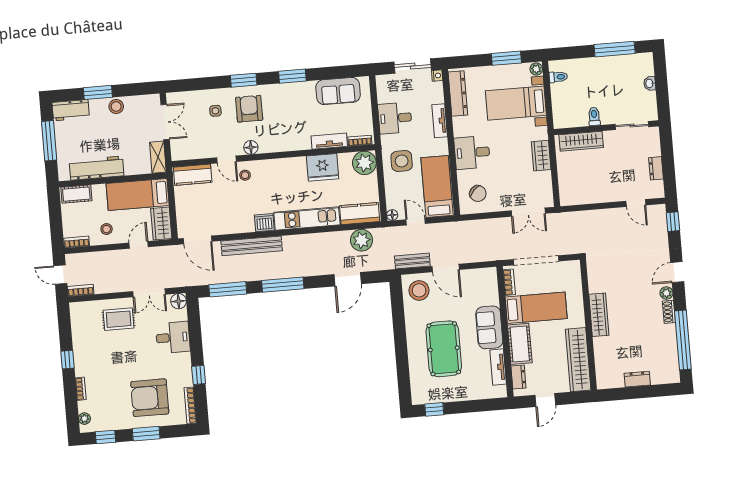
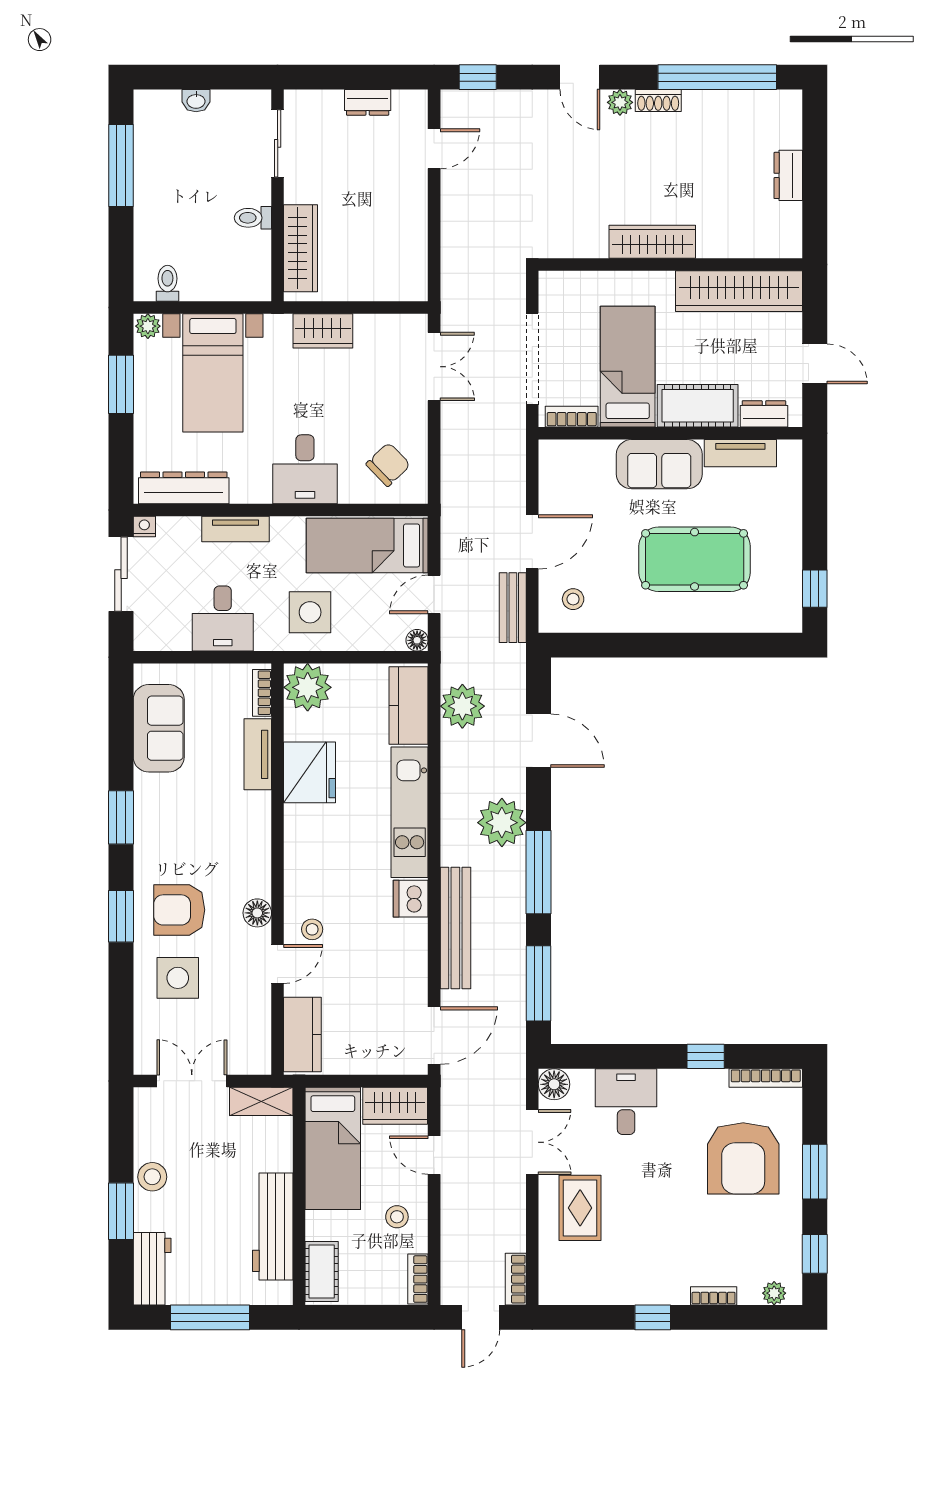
side table: (215, 111) -> (178, 978), width x1.87, depth x1.87
plant: (306, 264) -> (502, 823), added
stool: (419, 290) -> (573, 599), width x0.53, depth x0.53

